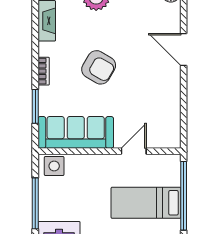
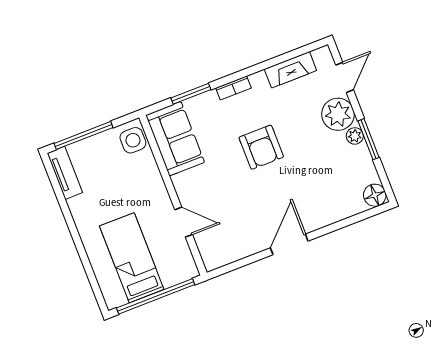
door: (184, 49) -> (289, 244), moved
armchair: (99, 67) -> (261, 147), turned -30
sofa: (76, 132) -> (175, 139), width x0.73

